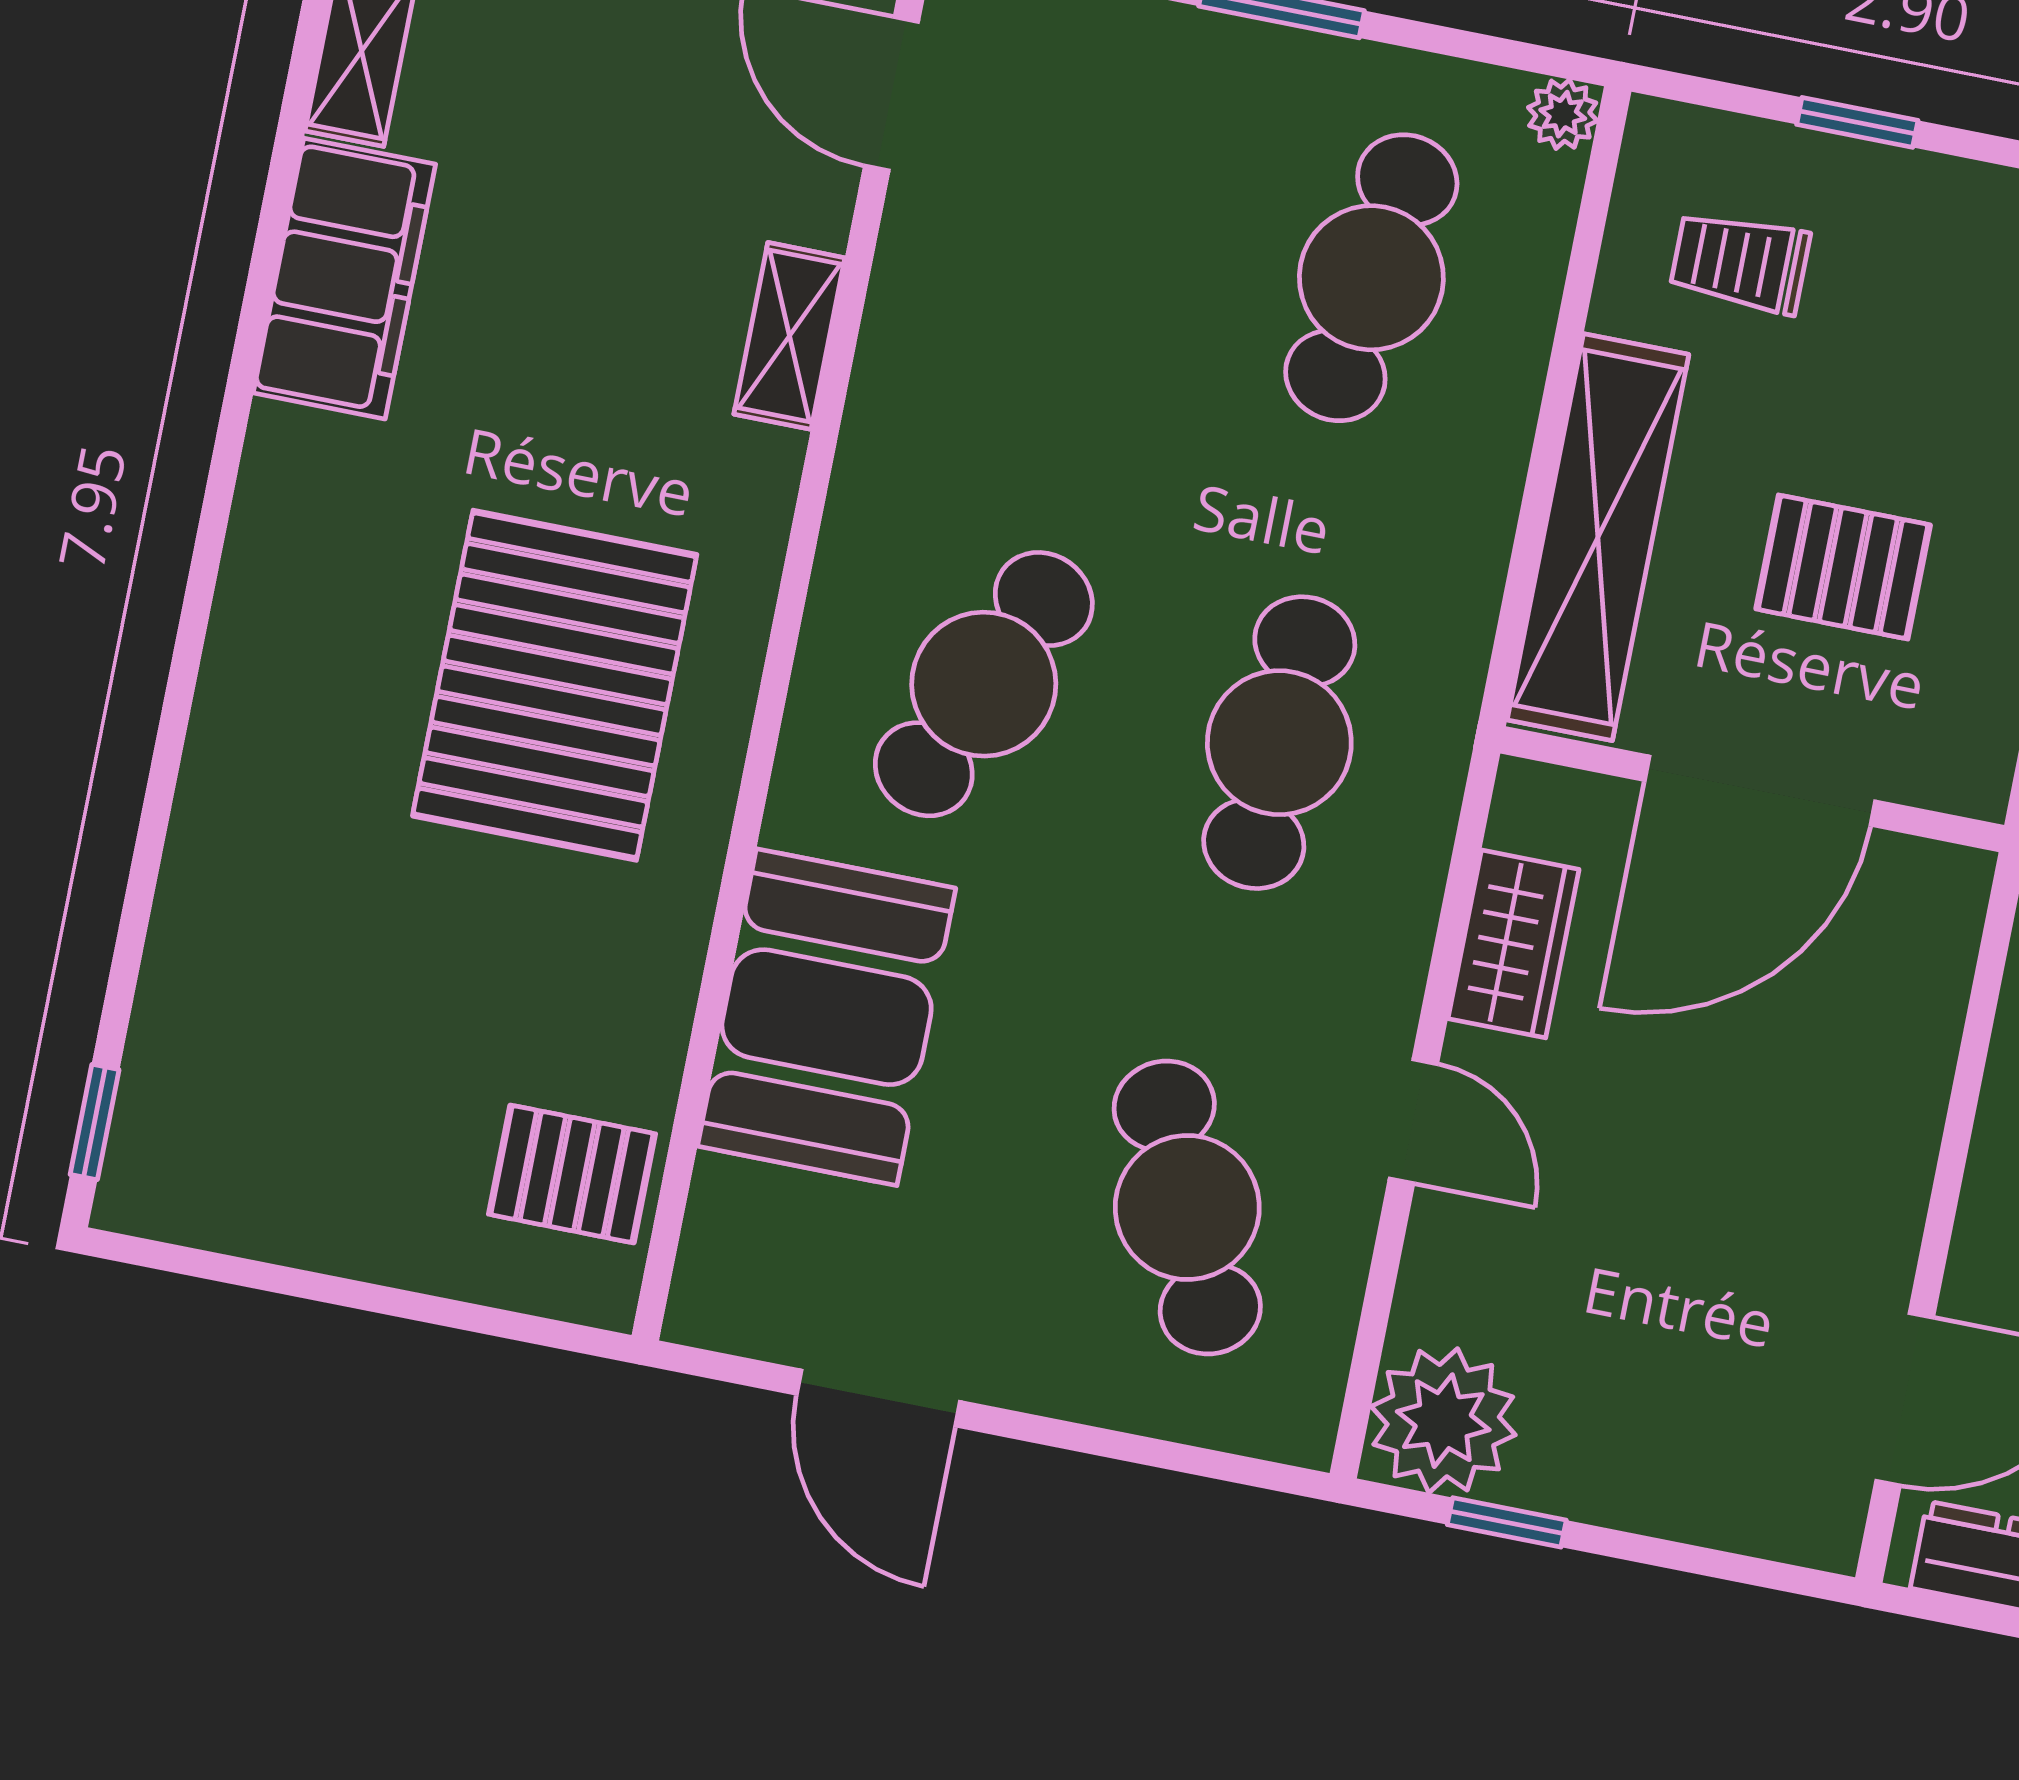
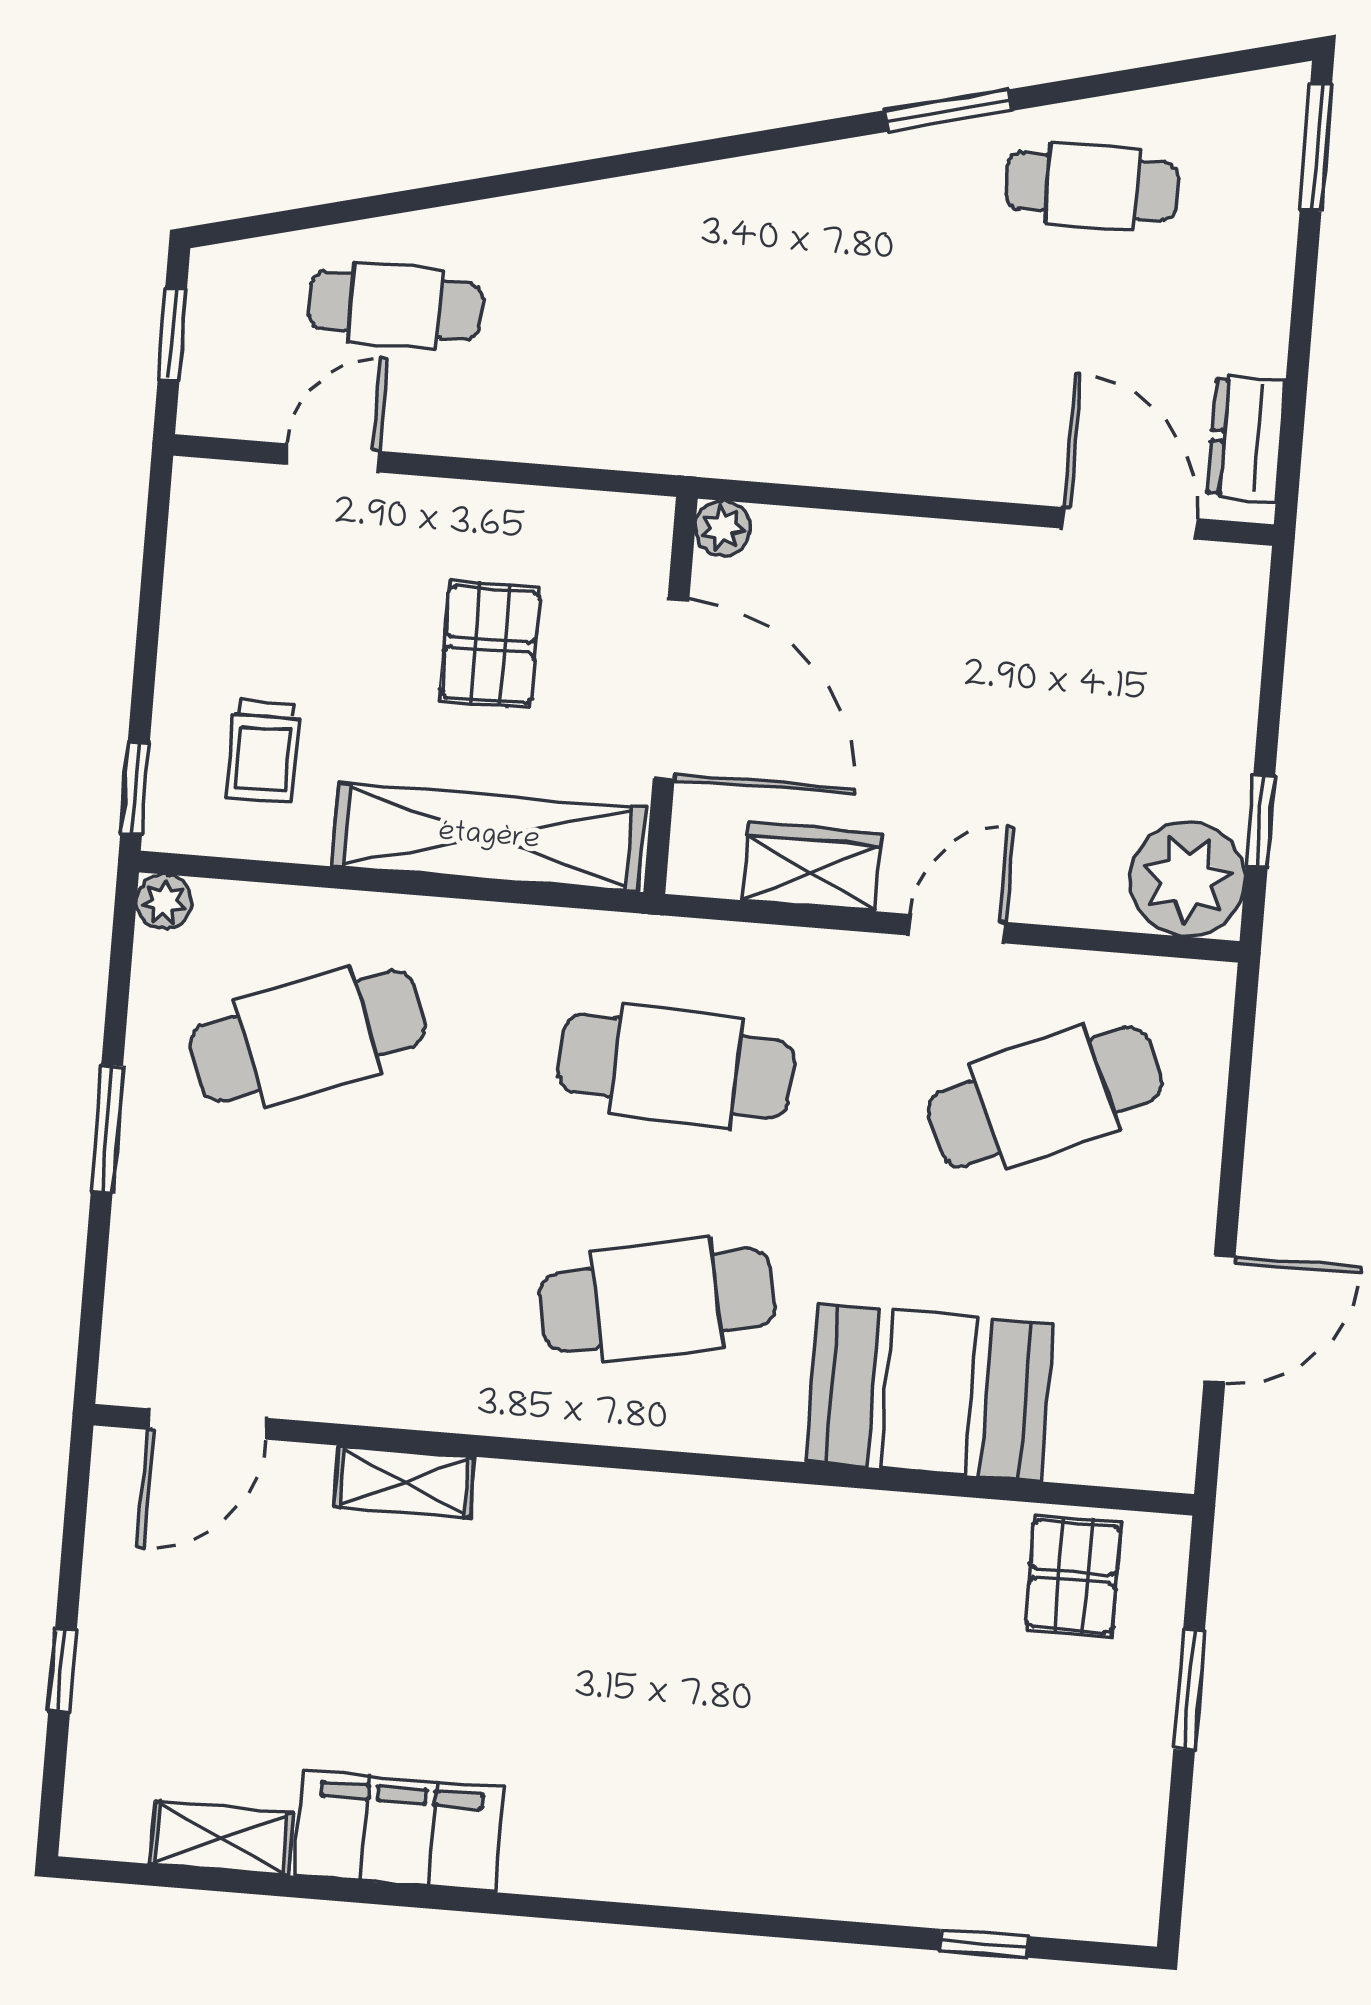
window: (1857, 122) -> (135, 788), moved
cafe table: (1371, 278) -> (308, 1036), turned -30
cafe table: (984, 684) -> (657, 1300), turned -36
pallet: (555, 685) -> (696, 1633), removed
plant: (1958, 880) -> (723, 528), added
window: (95, 1122) -> (984, 1943), moved
window: (411, 1305) -> (1189, 1689), added

